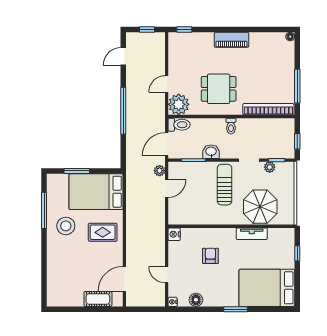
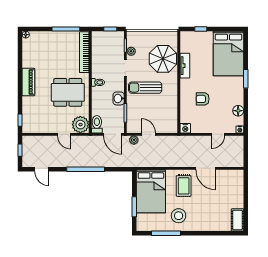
dining table: (219, 89) -> (68, 92), width x1.37
door: (124, 279) -> (206, 168), moved
cot: (98, 299) -> (237, 220), moved

